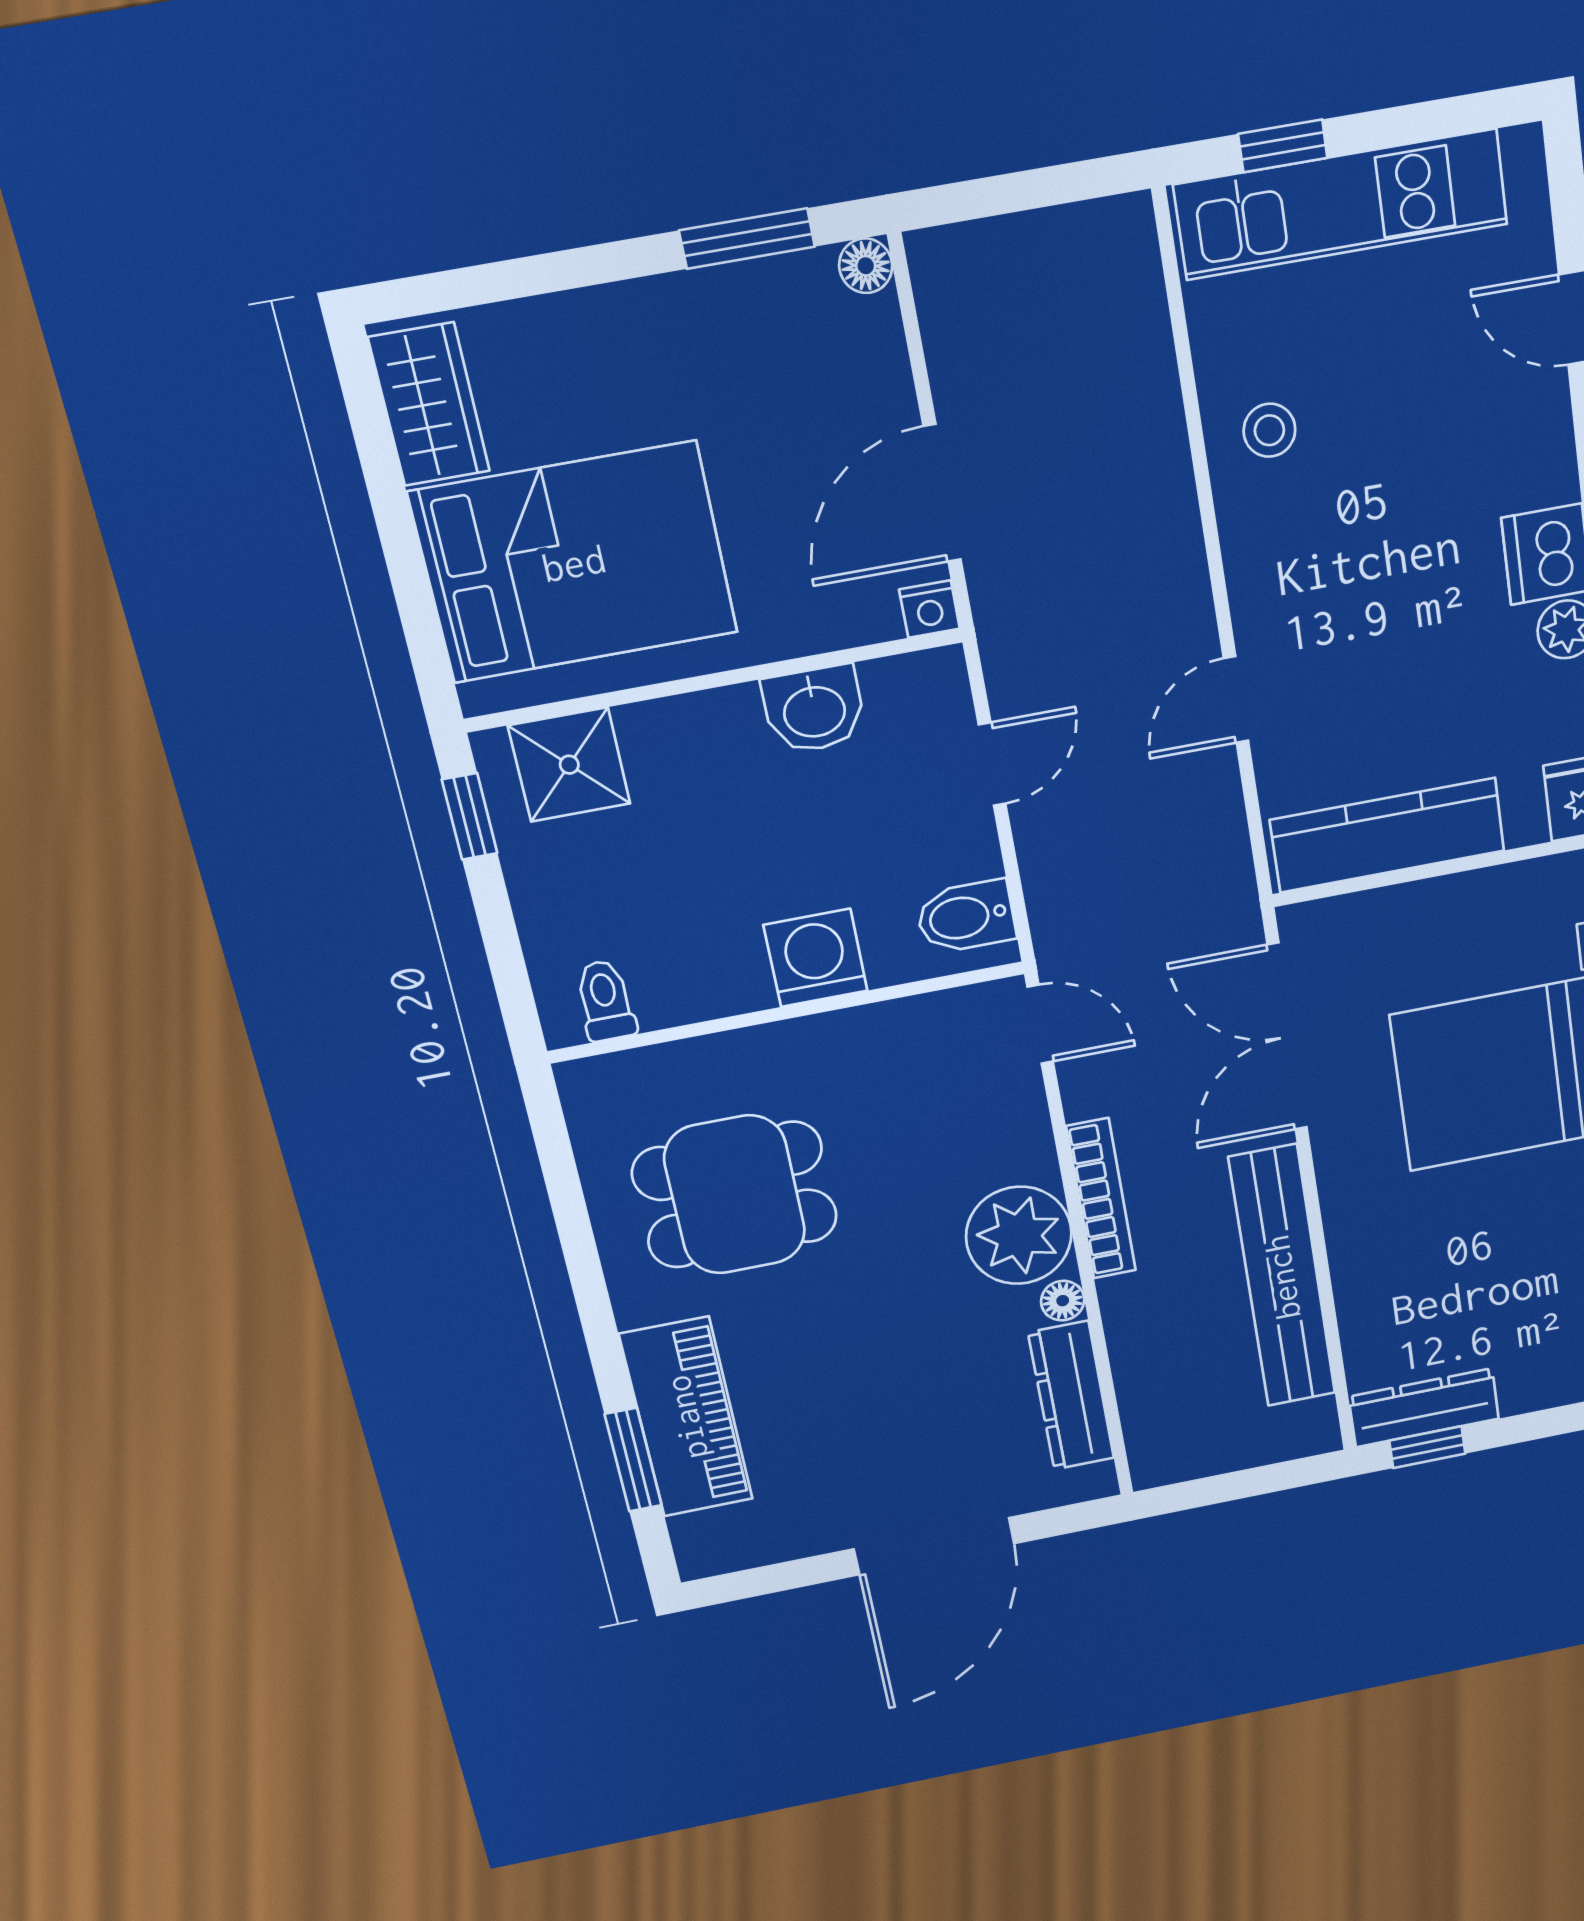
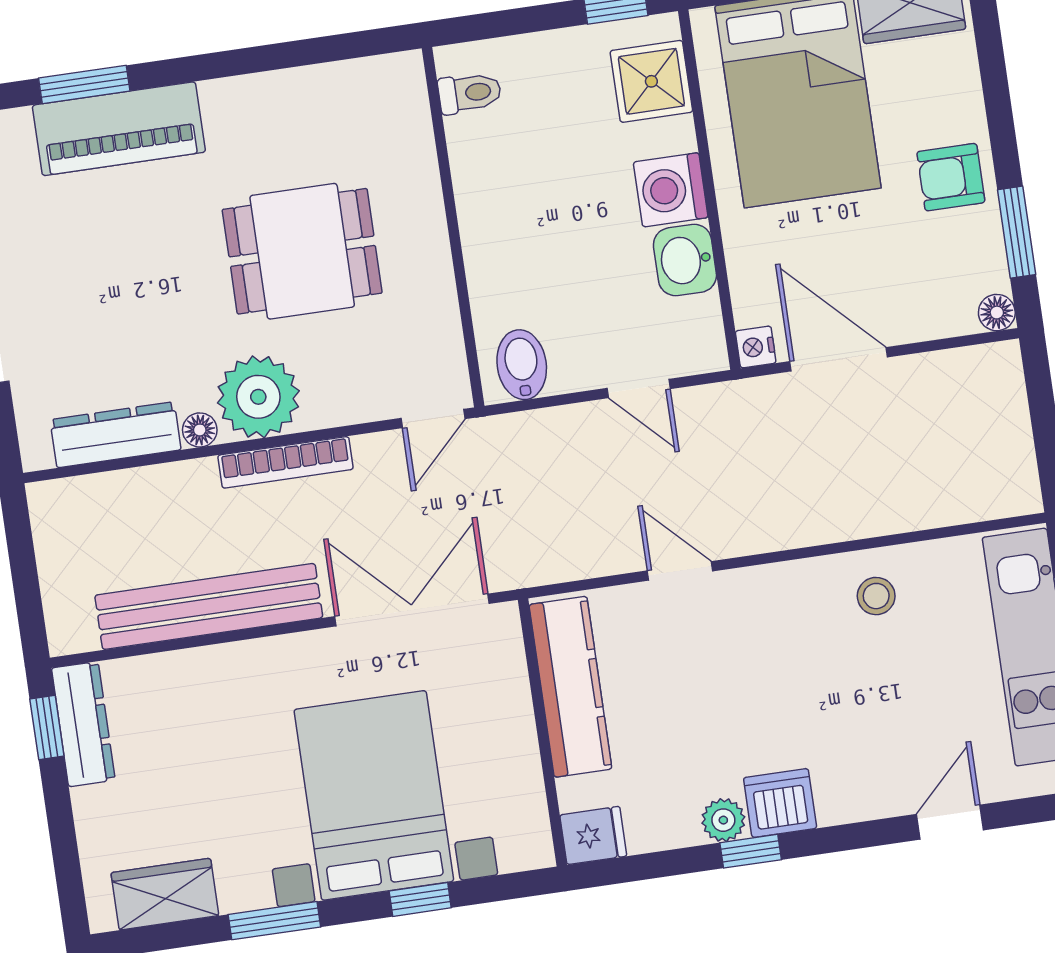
armchair: (673, 339) -> (951, 177), added
washing machine: (815, 958) -> (671, 190), moved, turned 180
dining table: (735, 1195) -> (302, 251), moved, turned 90

